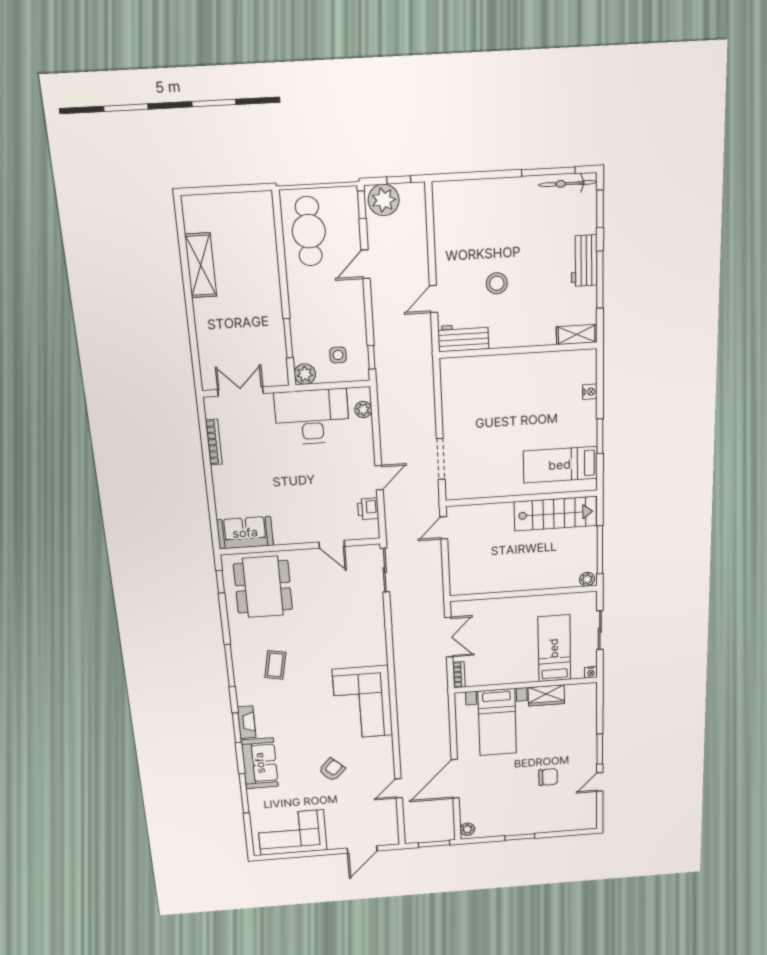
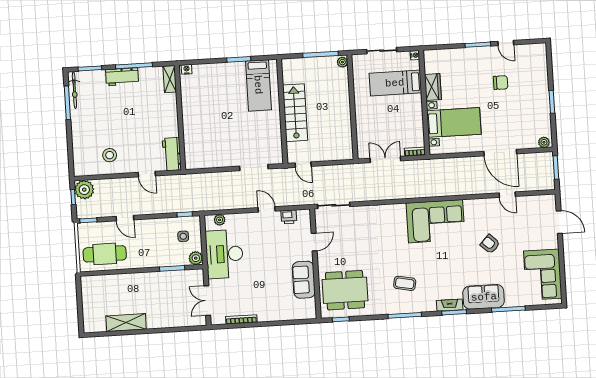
plant: (384, 200) -> (84, 190), moved
stool: (497, 283) -> (110, 155), moved
nightstand: (590, 392) -> (187, 69), moved
stairs: (555, 514) -> (295, 113), moved
sofa: (245, 533) -> (304, 280), moved
chair: (548, 777) -> (501, 83), turned 90

